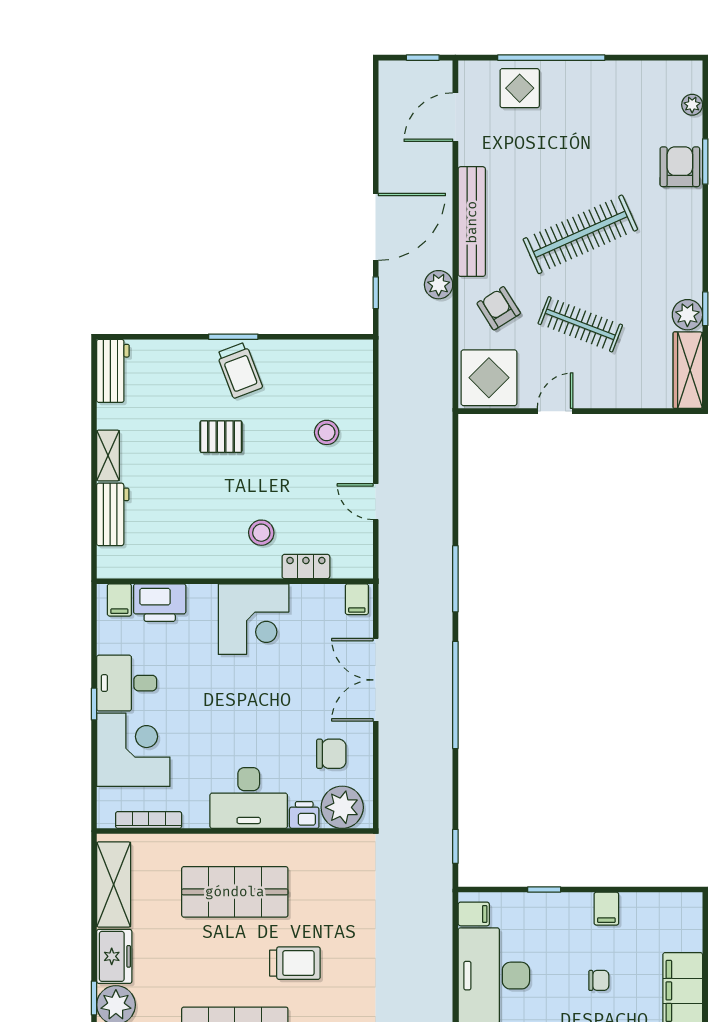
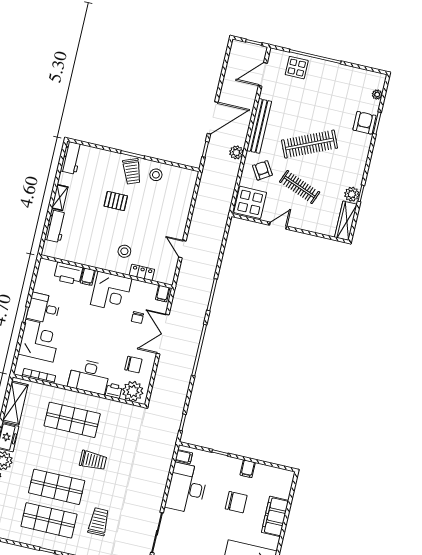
stool: (327, 432) -> (156, 175), moved
filing cabinet: (119, 600) -> (88, 277), moved
chair: (318, 658) -> (137, 318), added
chair: (599, 980) -> (236, 502), width x1.87, depth x1.87

